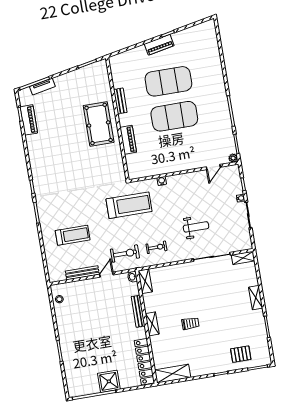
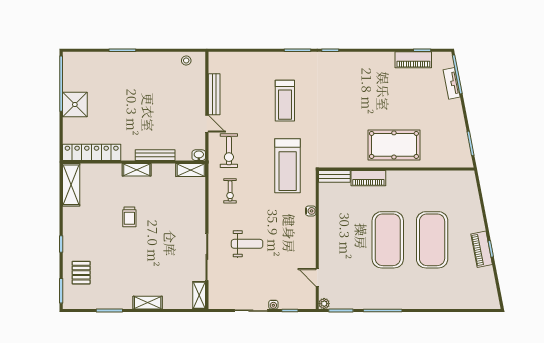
piano: (159, 45) -> (482, 249), moved
bench: (120, 101) -> (334, 176), moved
weight bench: (196, 227) -> (247, 244), turned -90
treadmill: (73, 235) -> (285, 101), moved

